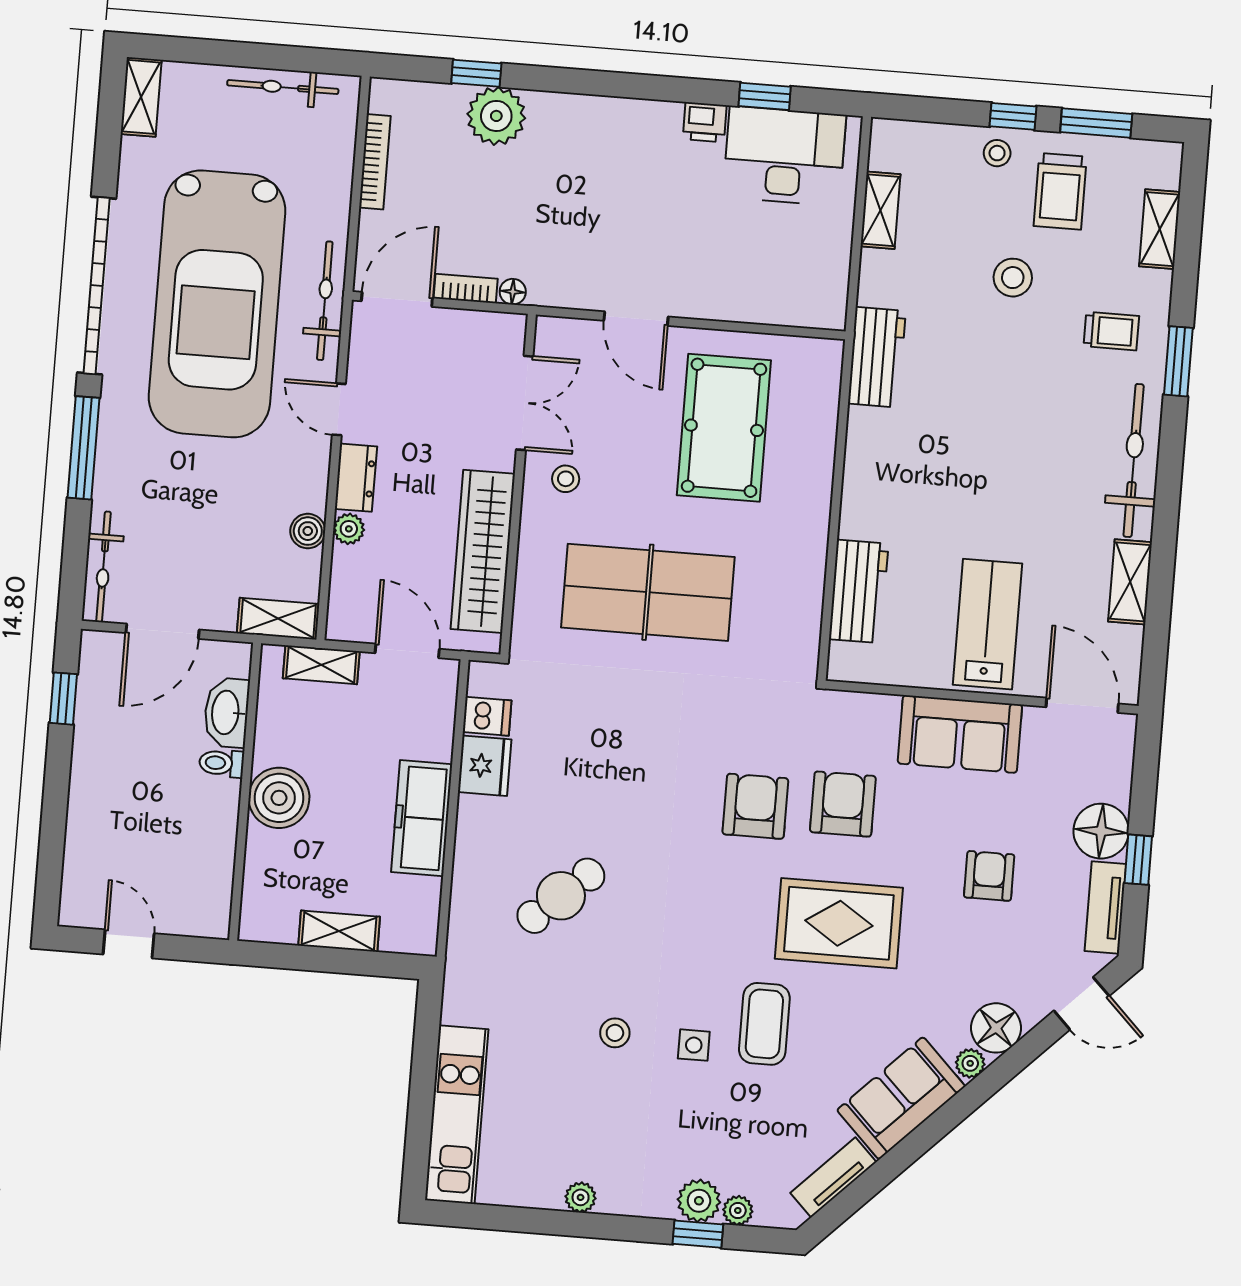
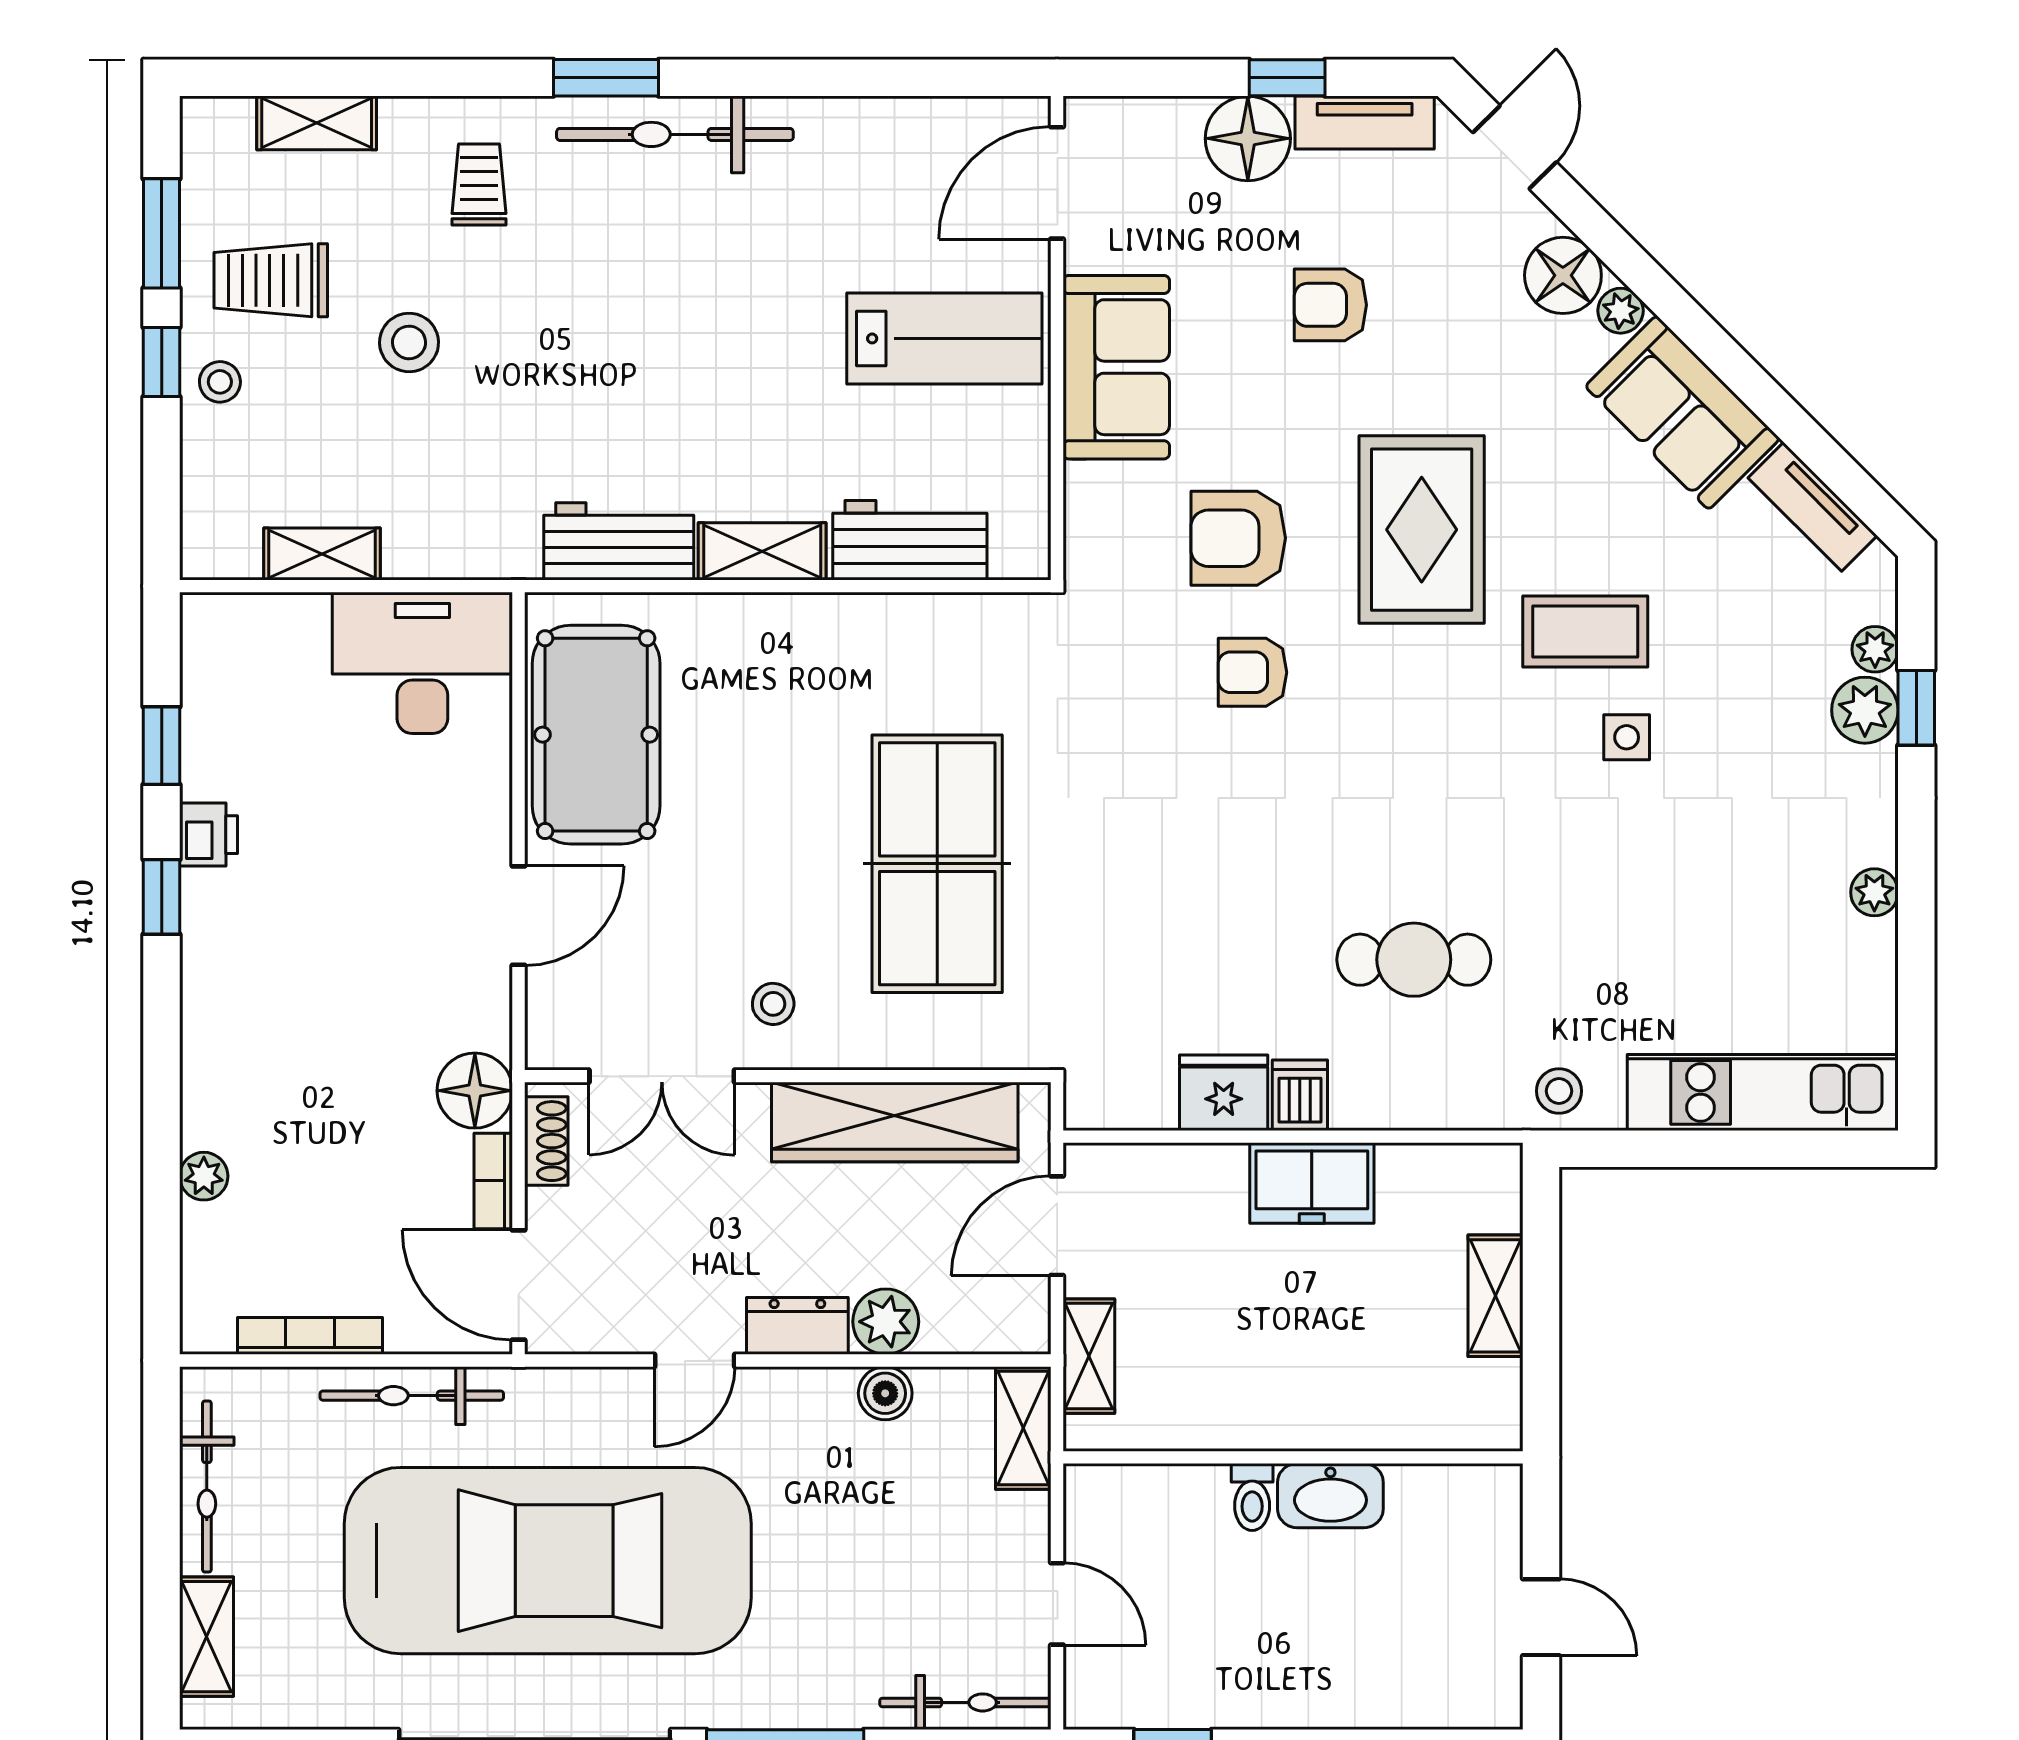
window: (476, 73) -> (162, 897), moved
shelving: (141, 97) -> (207, 1637), moved, turned 90
plant: (496, 116) -> (204, 1176), width x0.53, depth x0.53
desk: (784, 156) -> (422, 663), moved, turned 90
trolley: (1060, 191) -> (271, 280), turned 180
floor lamp: (513, 292) -> (475, 1091), width x1.89, depth x1.89
bicycle: (325, 301) -> (412, 1396), moved
shoe rack: (489, 325) -> (546, 1141), added
workbench: (877, 357) -> (619, 541), moved
window: (1178, 361) -> (606, 78), moved
double door: (525, 403) -> (662, 1076), swing flipped
pool table: (724, 428) -> (596, 735), moved, turned 90
plant: (349, 529) -> (886, 1322), width x1.38, depth x1.38
shelving: (1130, 582) -> (762, 551), moved
lab bench: (987, 624) -> (944, 338), turned 180
door: (163, 631) -> (1057, 1604), width x0.73
washbasin: (227, 713) -> (1330, 1496), moved
dishwasher: (487, 716) -> (1300, 1095), moved
boiler: (279, 798) -> (1298, 1405), removed
armchair: (755, 806) -> (1252, 672), width x0.72, depth x0.72
freezer: (422, 818) -> (1312, 1183), width x0.71
cafe table: (561, 896) -> (1414, 960), turned -48
door: (129, 944) -> (1541, 1617), swing flipped
stool: (615, 1033) -> (1559, 1091), moved

